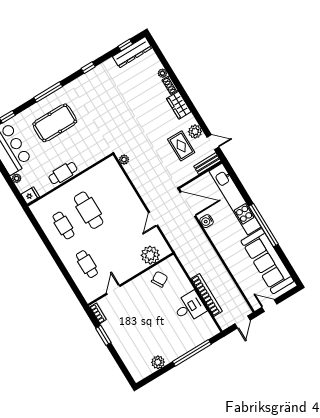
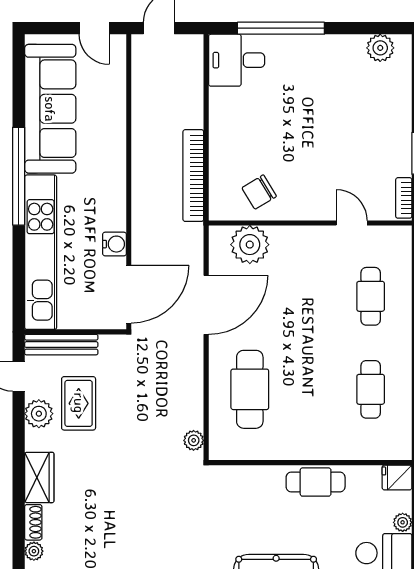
bench: (207, 163) -> (61, 345), width x1.36
door: (188, 204) -> (129, 294), swing flipped
cafe table: (89, 210) -> (250, 389), moved
door: (153, 219) -> (206, 305), width x1.88
door: (113, 290) -> (352, 223), swing flipped
bookcase: (207, 295) -> (193, 176), moved
desk: (189, 307) -> (237, 60), moved
plant: (158, 362) -> (380, 48), moved

